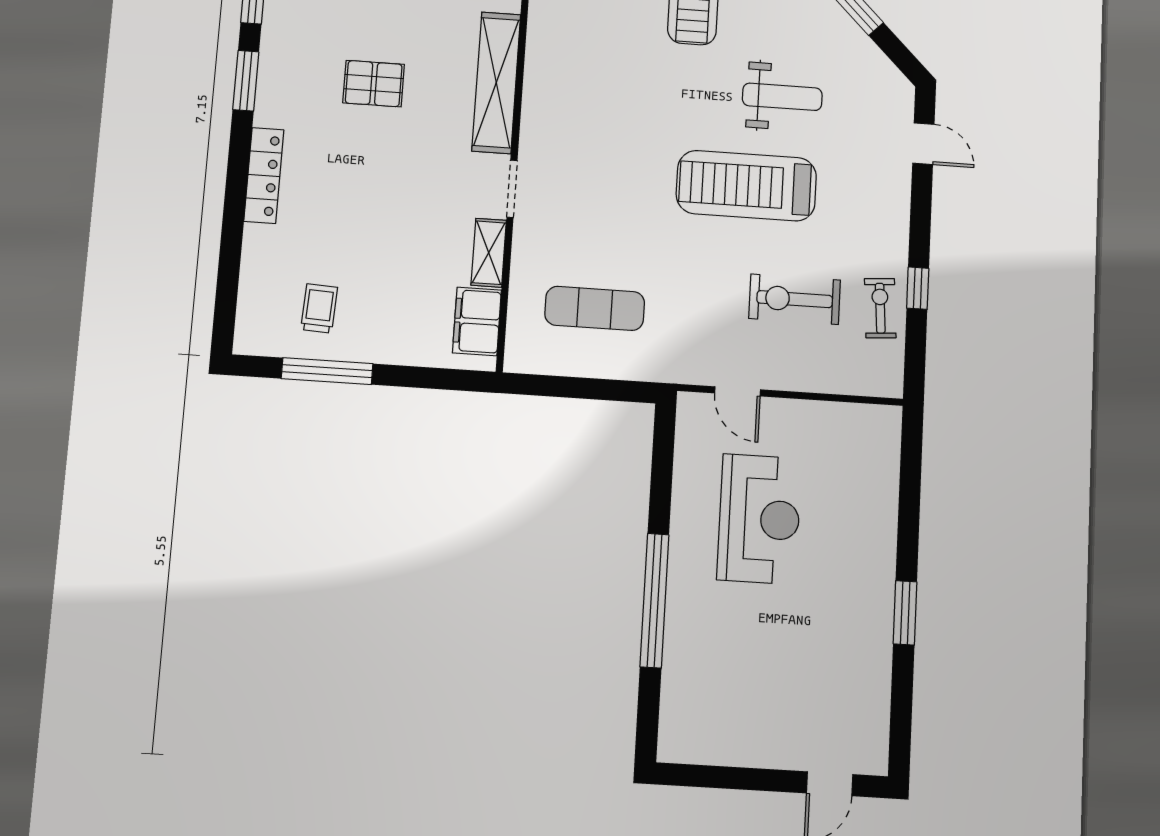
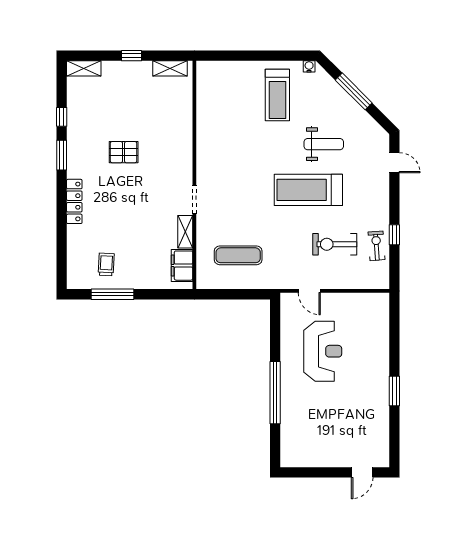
shelving: (496, 83) -> (183, 147), removed

